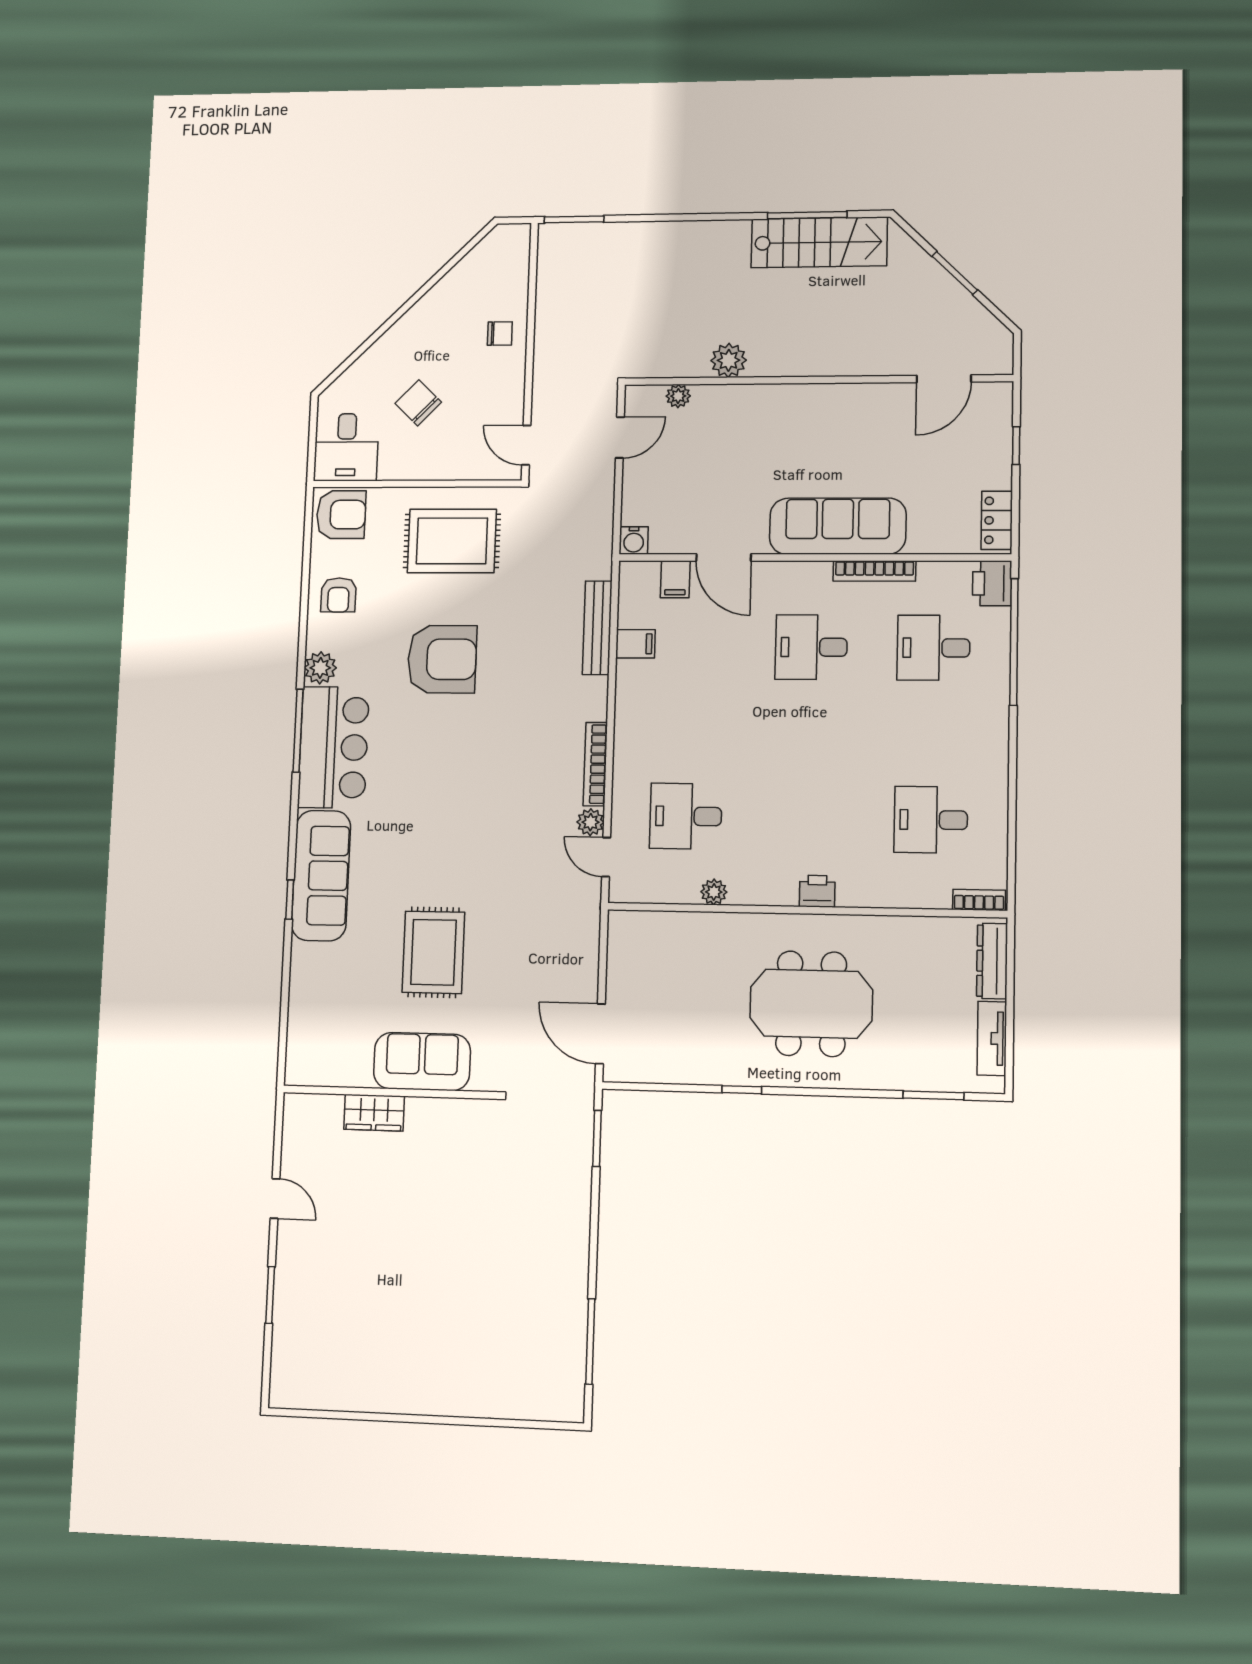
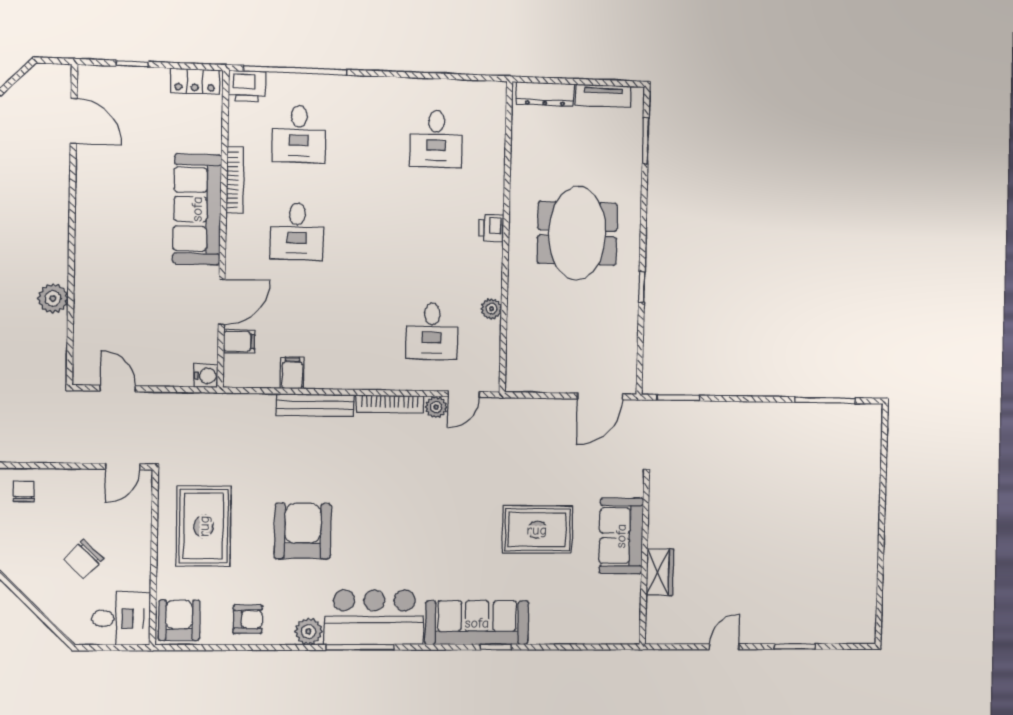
plant: (678, 396) -> (83, 340), removed
bench: (597, 628) -> (315, 405), moved
bookcase: (979, 900) -> (499, 103), removed

